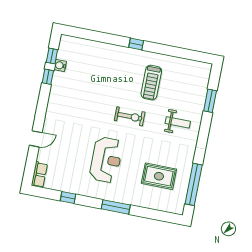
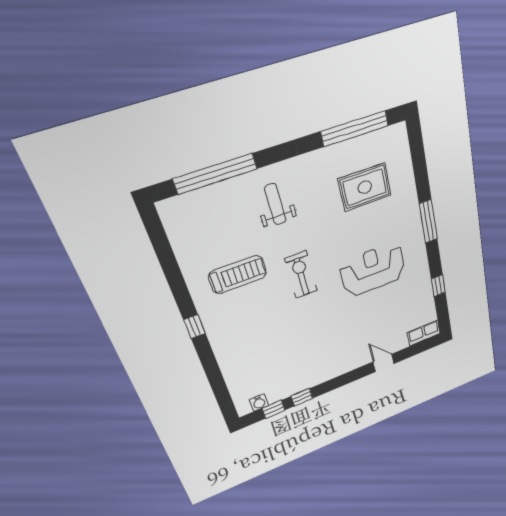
water cooler: (60, 65) -> (259, 402), moved
window: (210, 101) -> (215, 174), width x2.11
rug: (159, 176) -> (365, 187), turned 90

